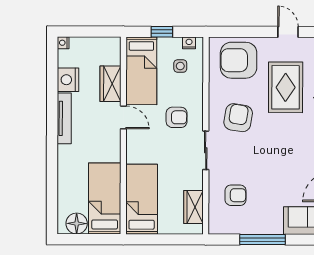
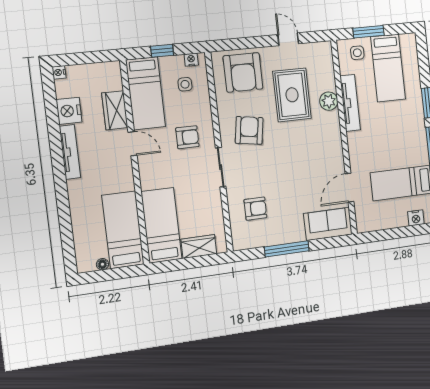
armchair: (239, 60) -> (243, 72), turned -90
wardrobe: (193, 207) -> (199, 246), moved, turned 90
floor lamp: (77, 224) -> (102, 264), width x0.53, depth x0.53

